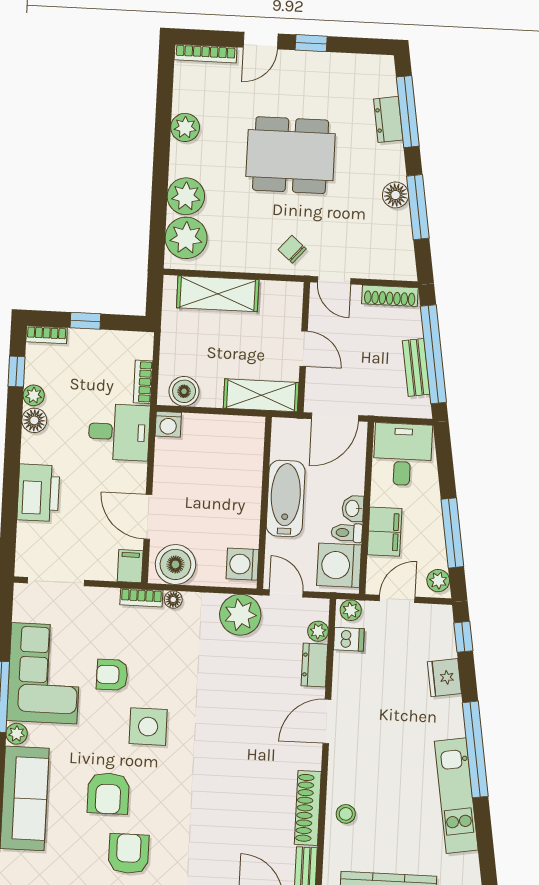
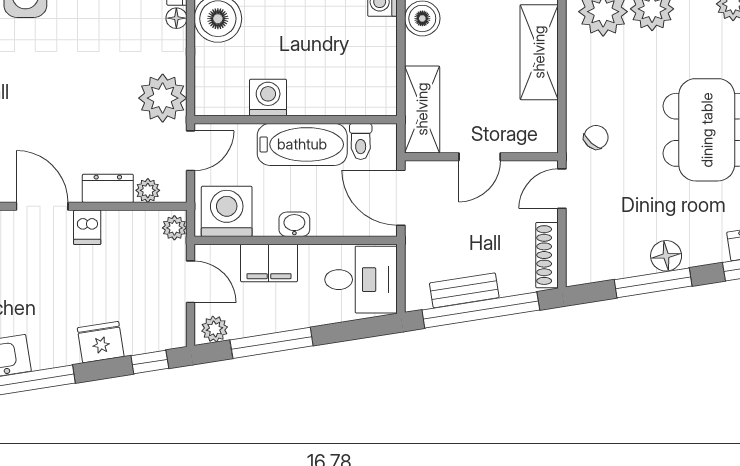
toilet: (347, 533) -> (361, 141), moved, turned 180
washing machine: (242, 564) -> (268, 98), moved
dishwasher: (349, 639) -> (87, 227), moved

